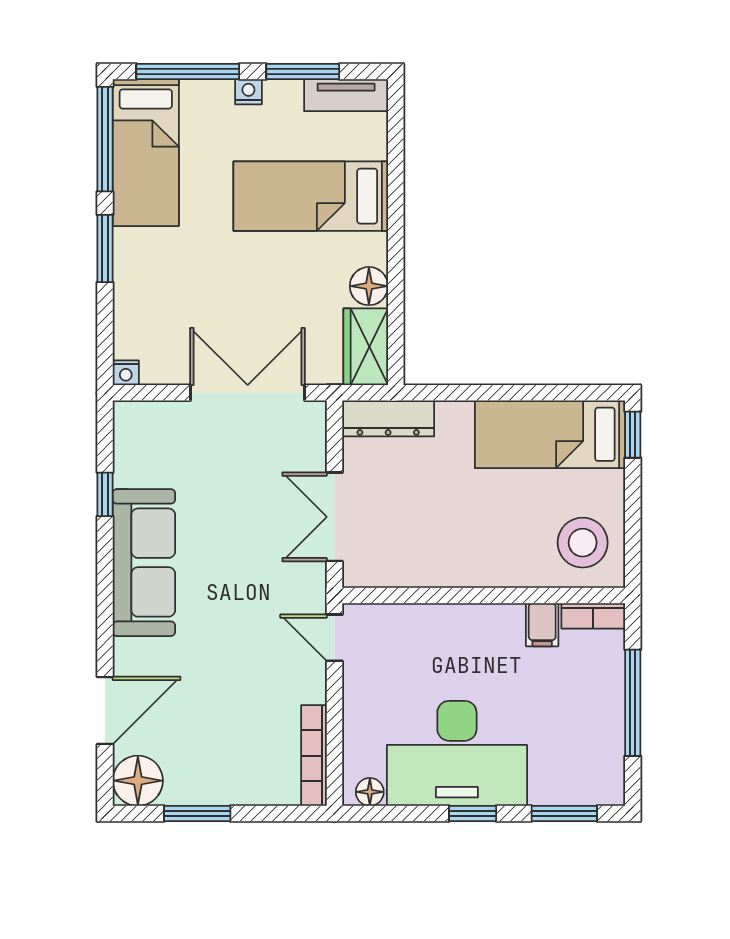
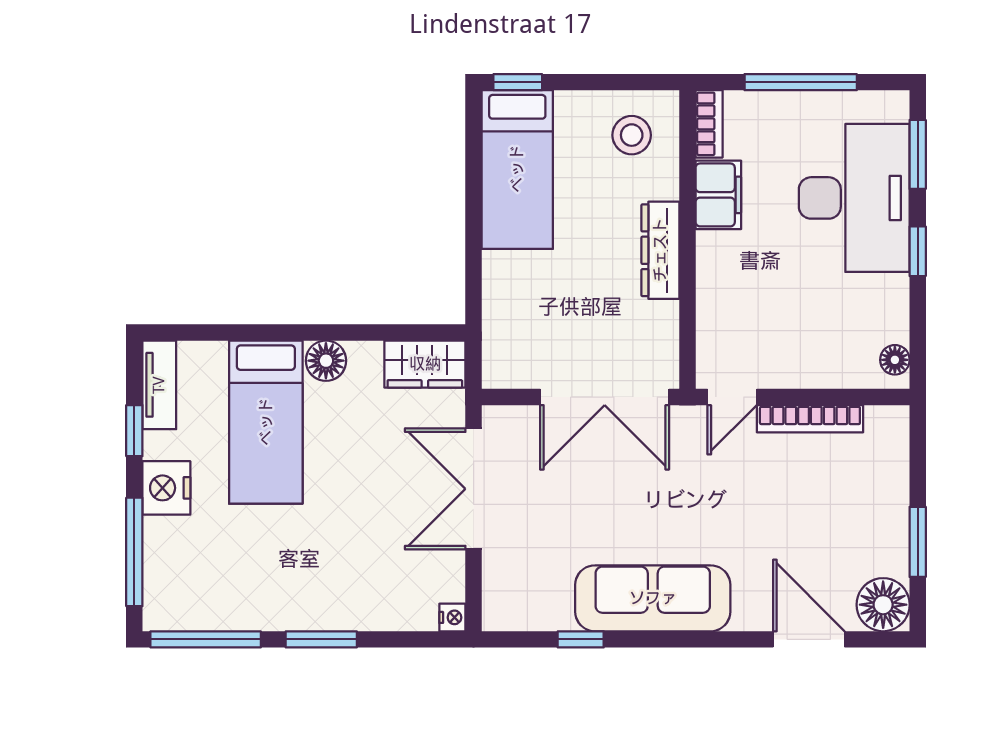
window: (303, 72) -> (134, 431), width x0.67
nightstand: (248, 92) -> (166, 488), width x1.89, depth x1.79
bed: (146, 153) -> (220, 596), removed
floor lamp: (369, 286) -> (326, 361), moved
dresser: (388, 418) -> (660, 250), moved, turned 180
double door: (334, 517) -> (605, 397), width x1.37
stool: (583, 543) -> (632, 135), width x0.73, depth x0.73
filing cabinet: (542, 625) -> (718, 195), width x2.00
desk: (457, 753) -> (854, 198), moved
bookcase: (314, 756) -> (810, 419), moved

